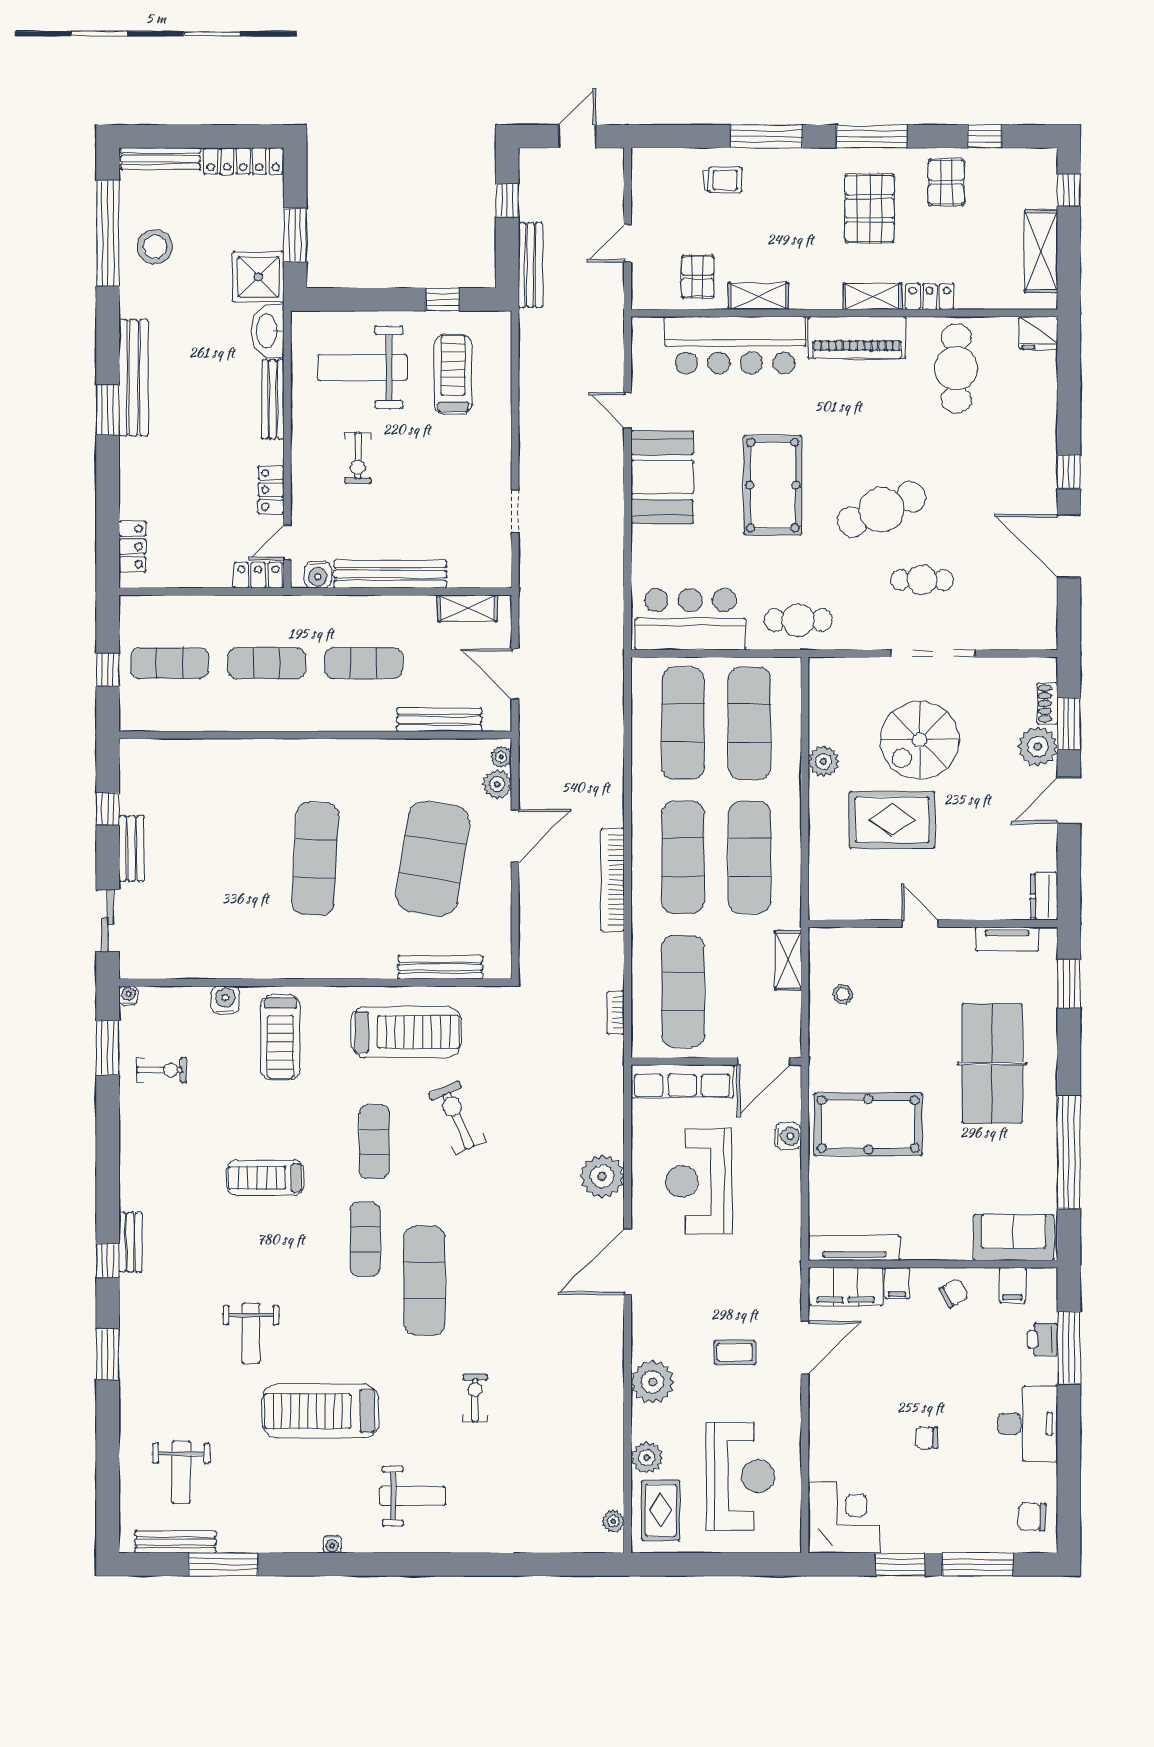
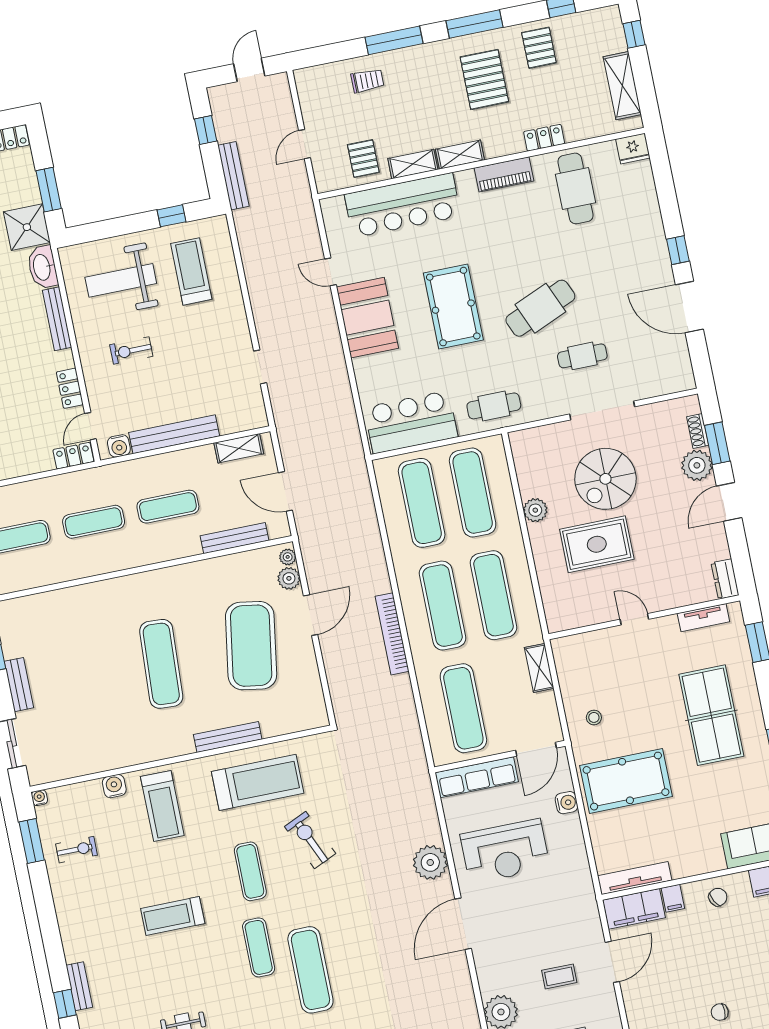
shelving: (873, 296) -> (460, 155), moved
piano: (857, 338) -> (504, 174), width x0.73, depth x0.75
exercise bike: (358, 458) -> (131, 351), turned 90
bench: (440, 967) -> (228, 737), moved
stool: (843, 994) -> (594, 717), moved
bookcase: (616, 1013) -> (415, 735), removed
reception desk: (699, 1181) -> (505, 851), turned -90

